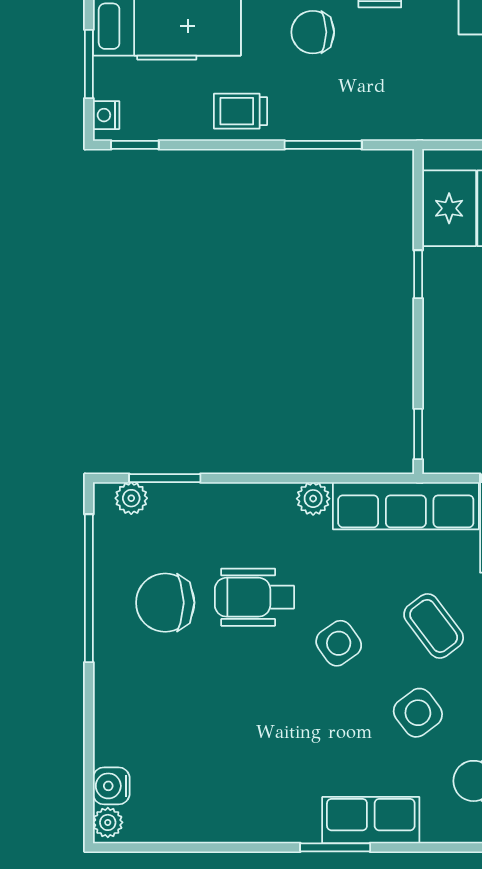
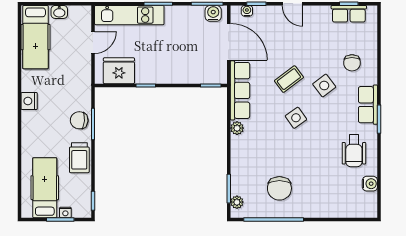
chair: (313, 32) -> (79, 120), moved, turned 95
trolley: (240, 111) -> (79, 158), width x1.36, depth x1.39
nightstand: (106, 115) -> (65, 212), moved
wheelchair: (254, 597) -> (354, 151), moved
water cooler: (111, 786) -> (370, 184), moved, turned -90
plant: (108, 822) -> (369, 212), removed

